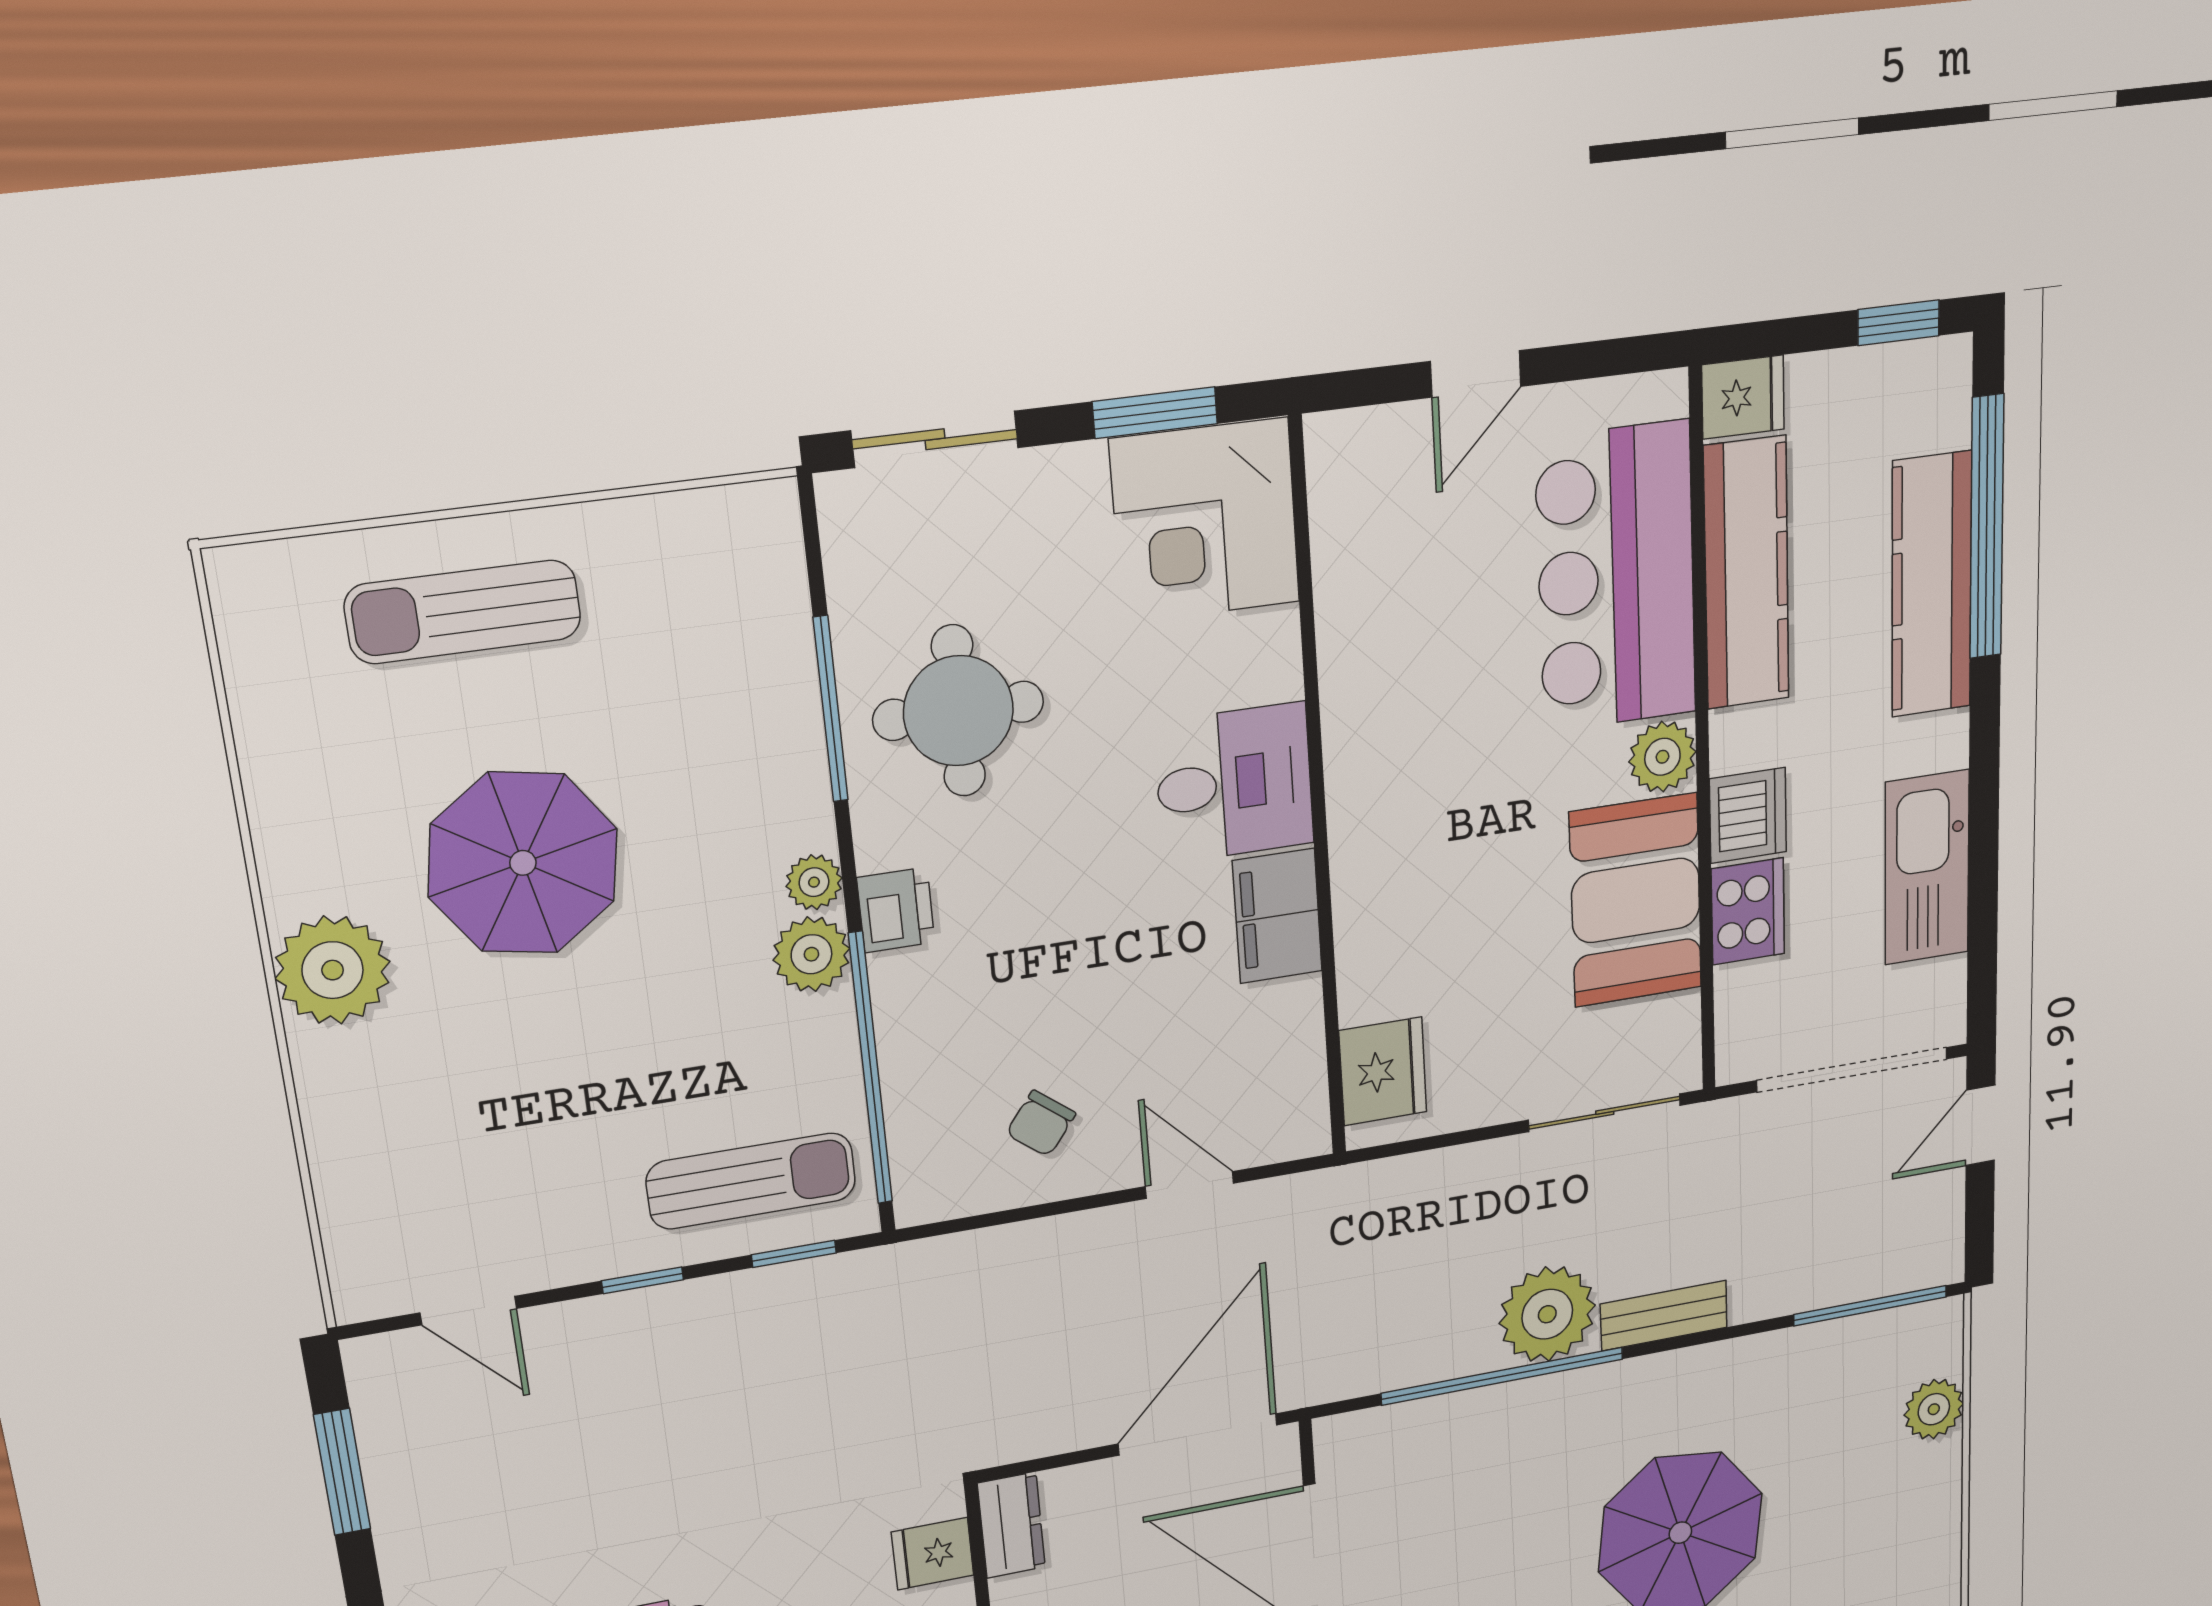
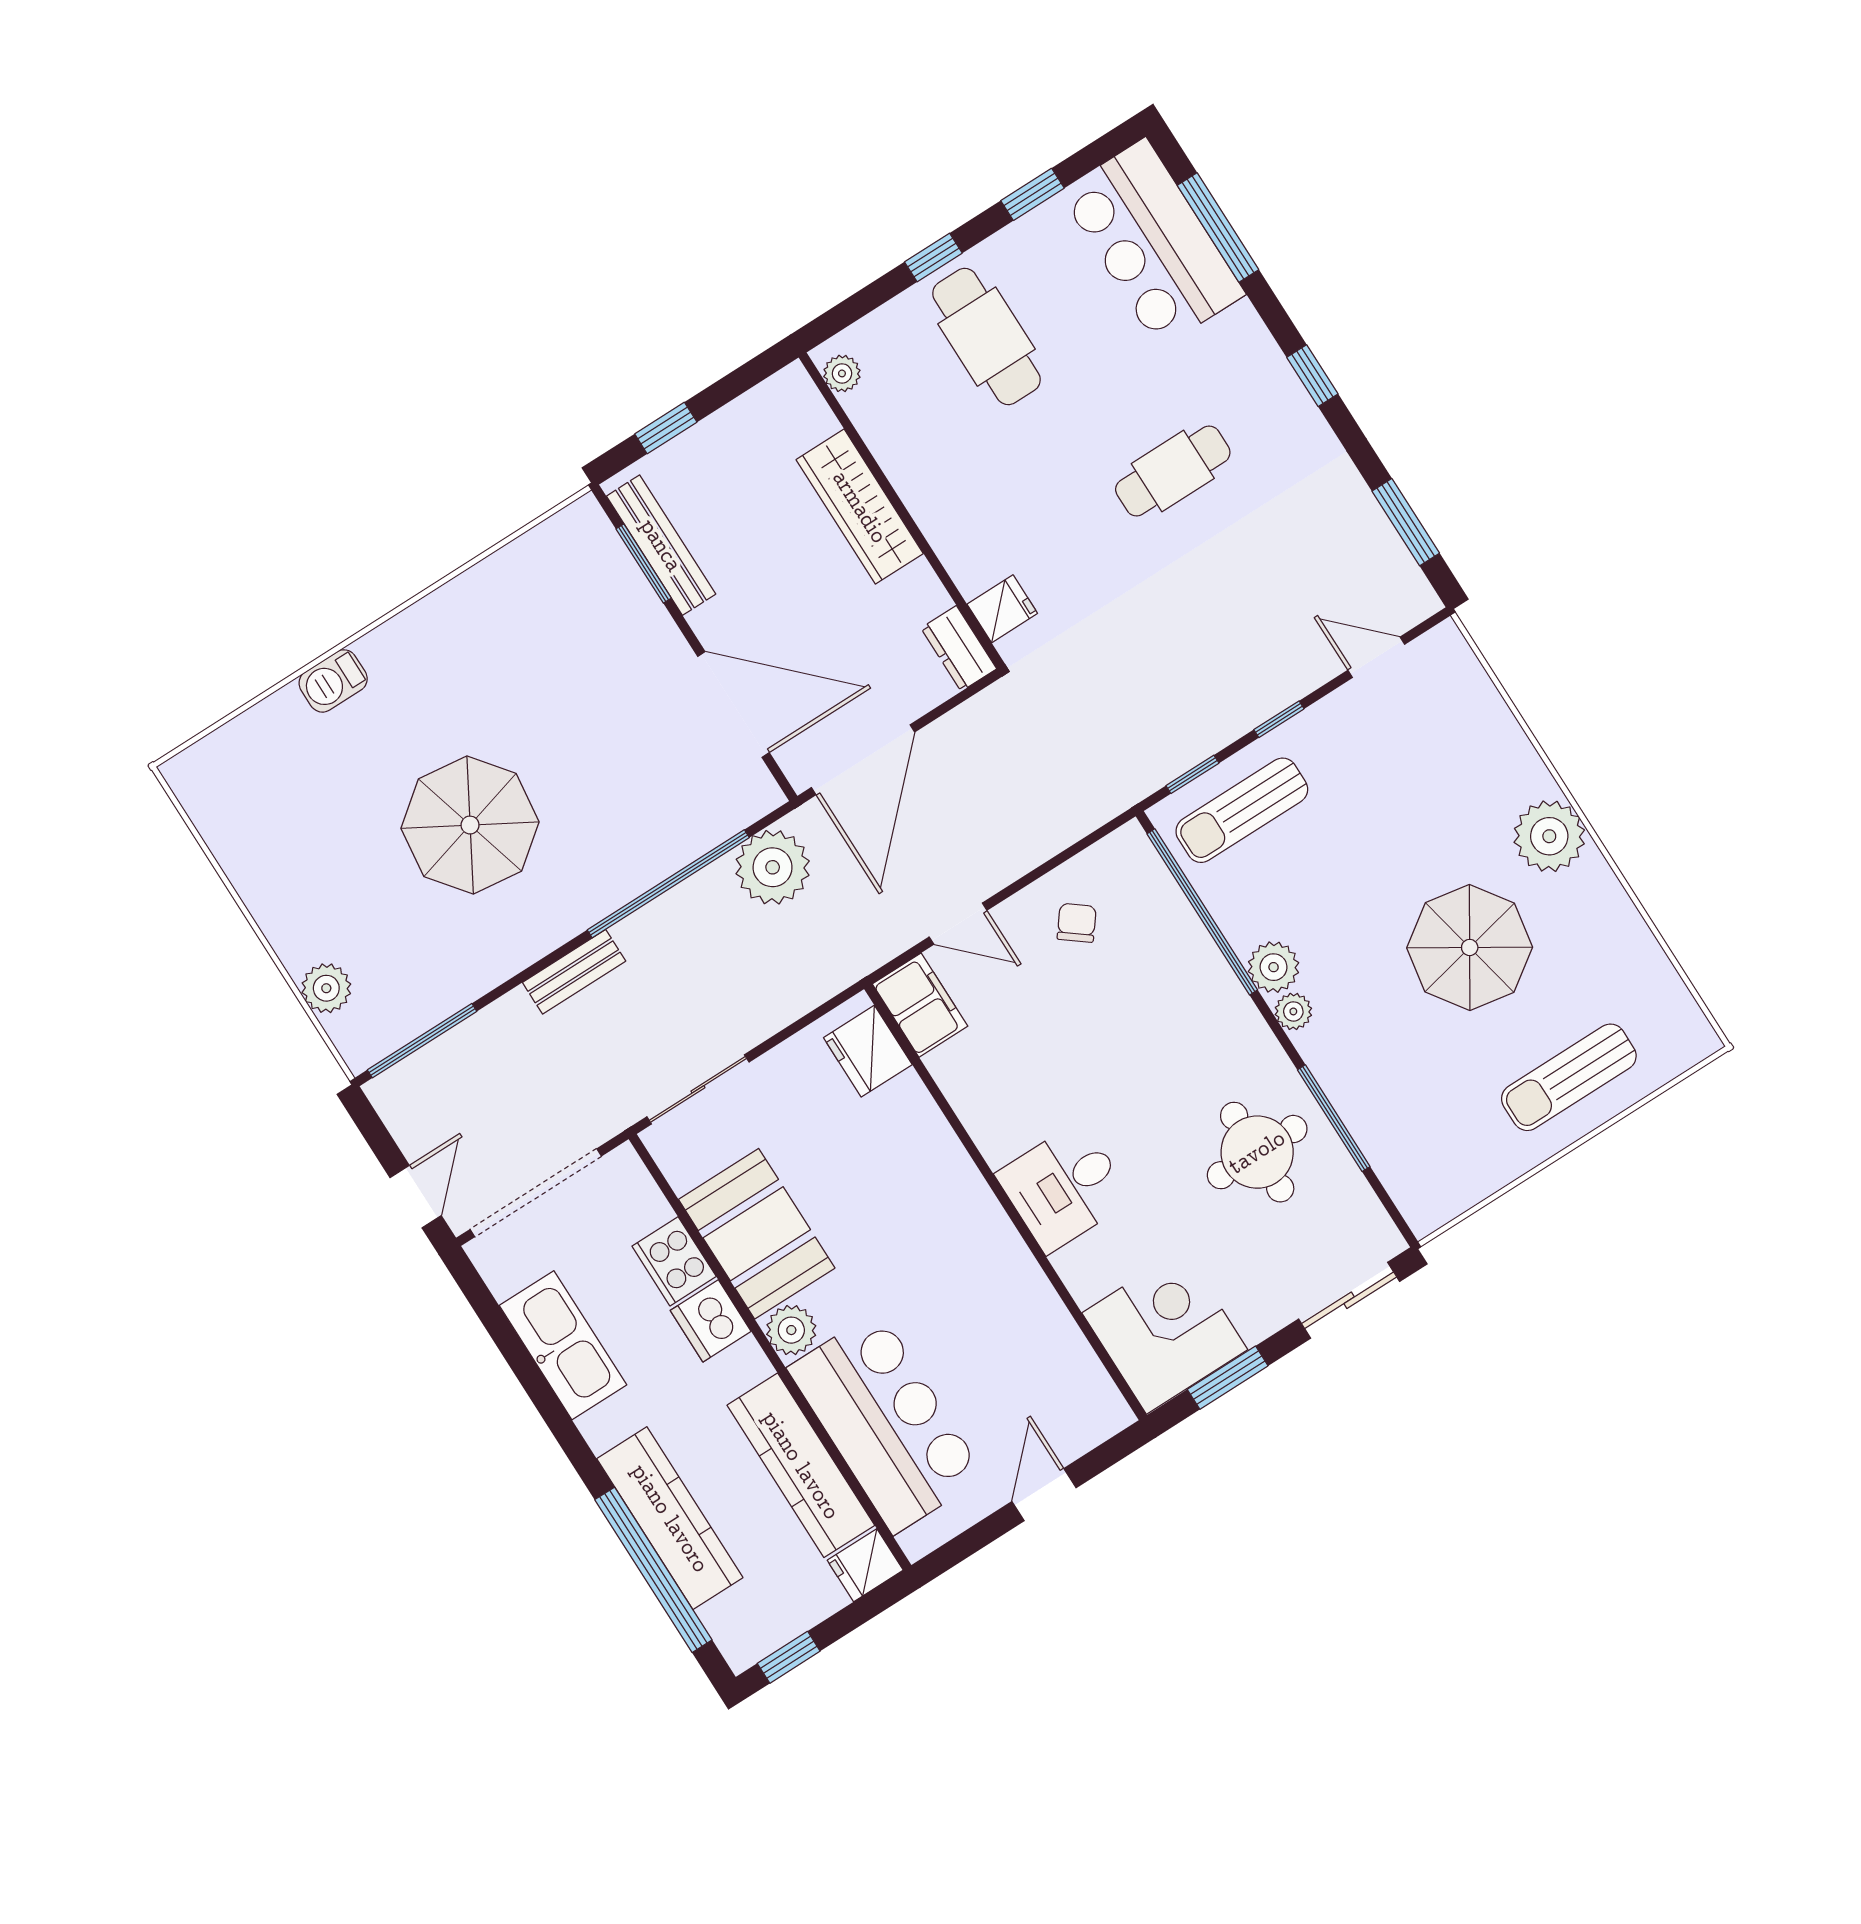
sun lounger: (463, 612) -> (1569, 1077), turned 180
printer: (896, 910) -> (1235, 1016), removed
filing cabinet: (1277, 916) -> (920, 1005), moved
plant: (1547, 1314) -> (773, 867), moved

